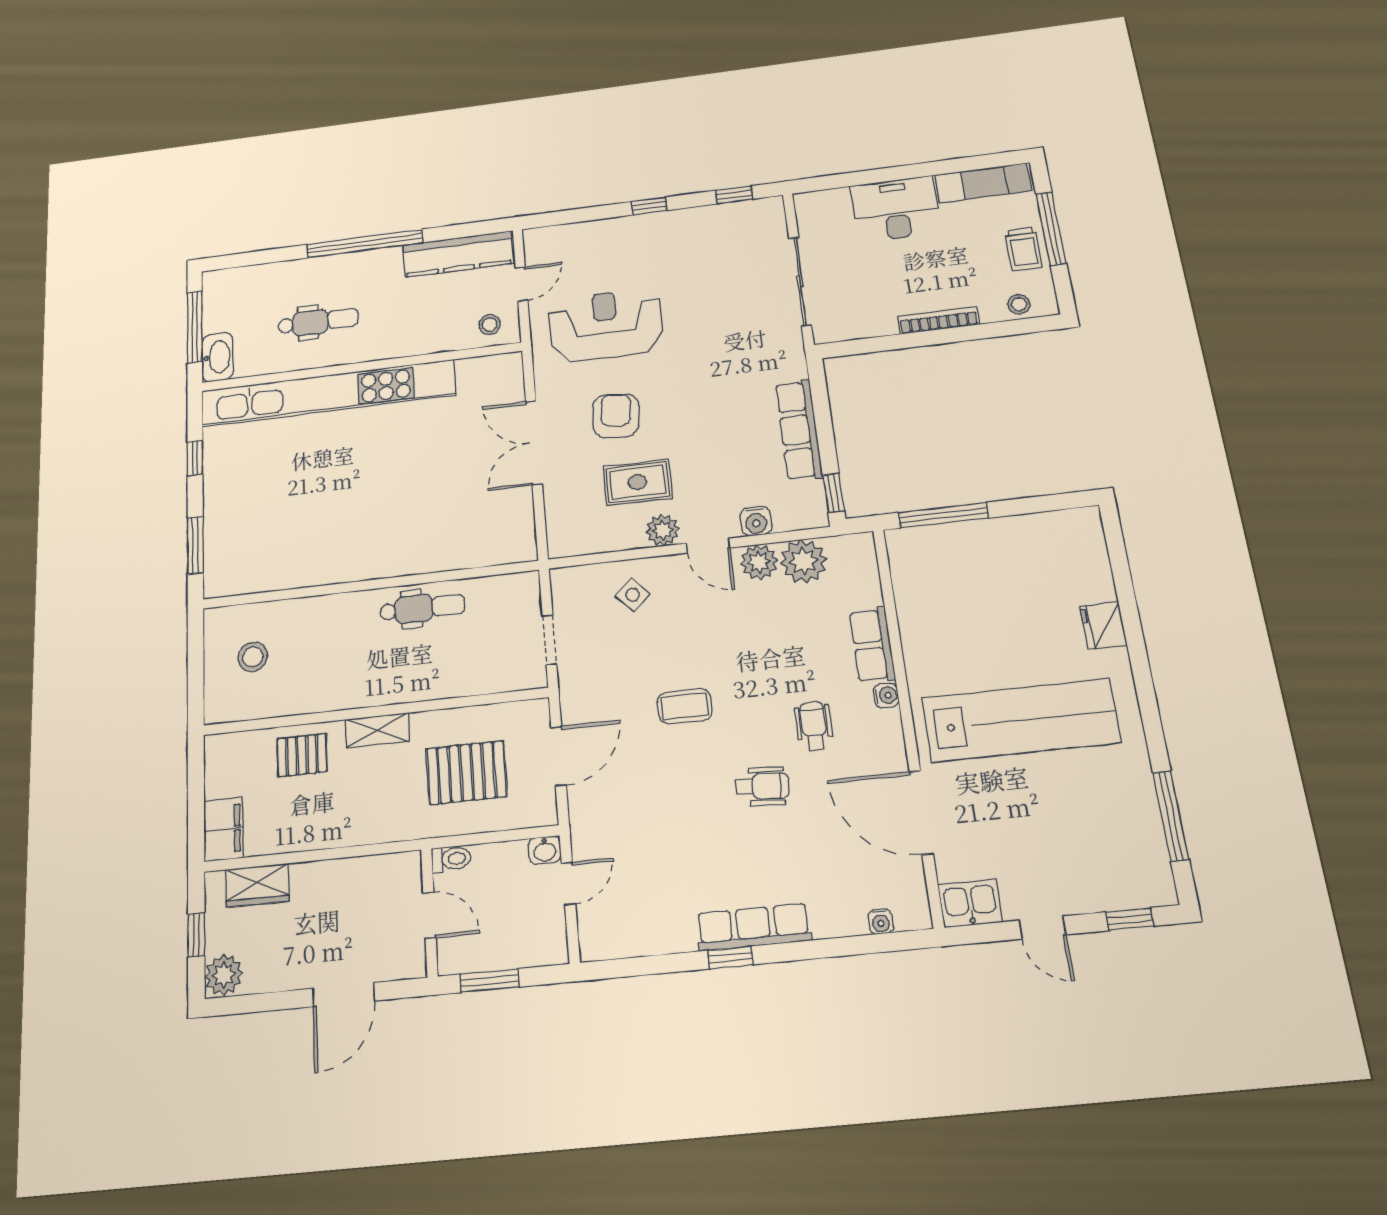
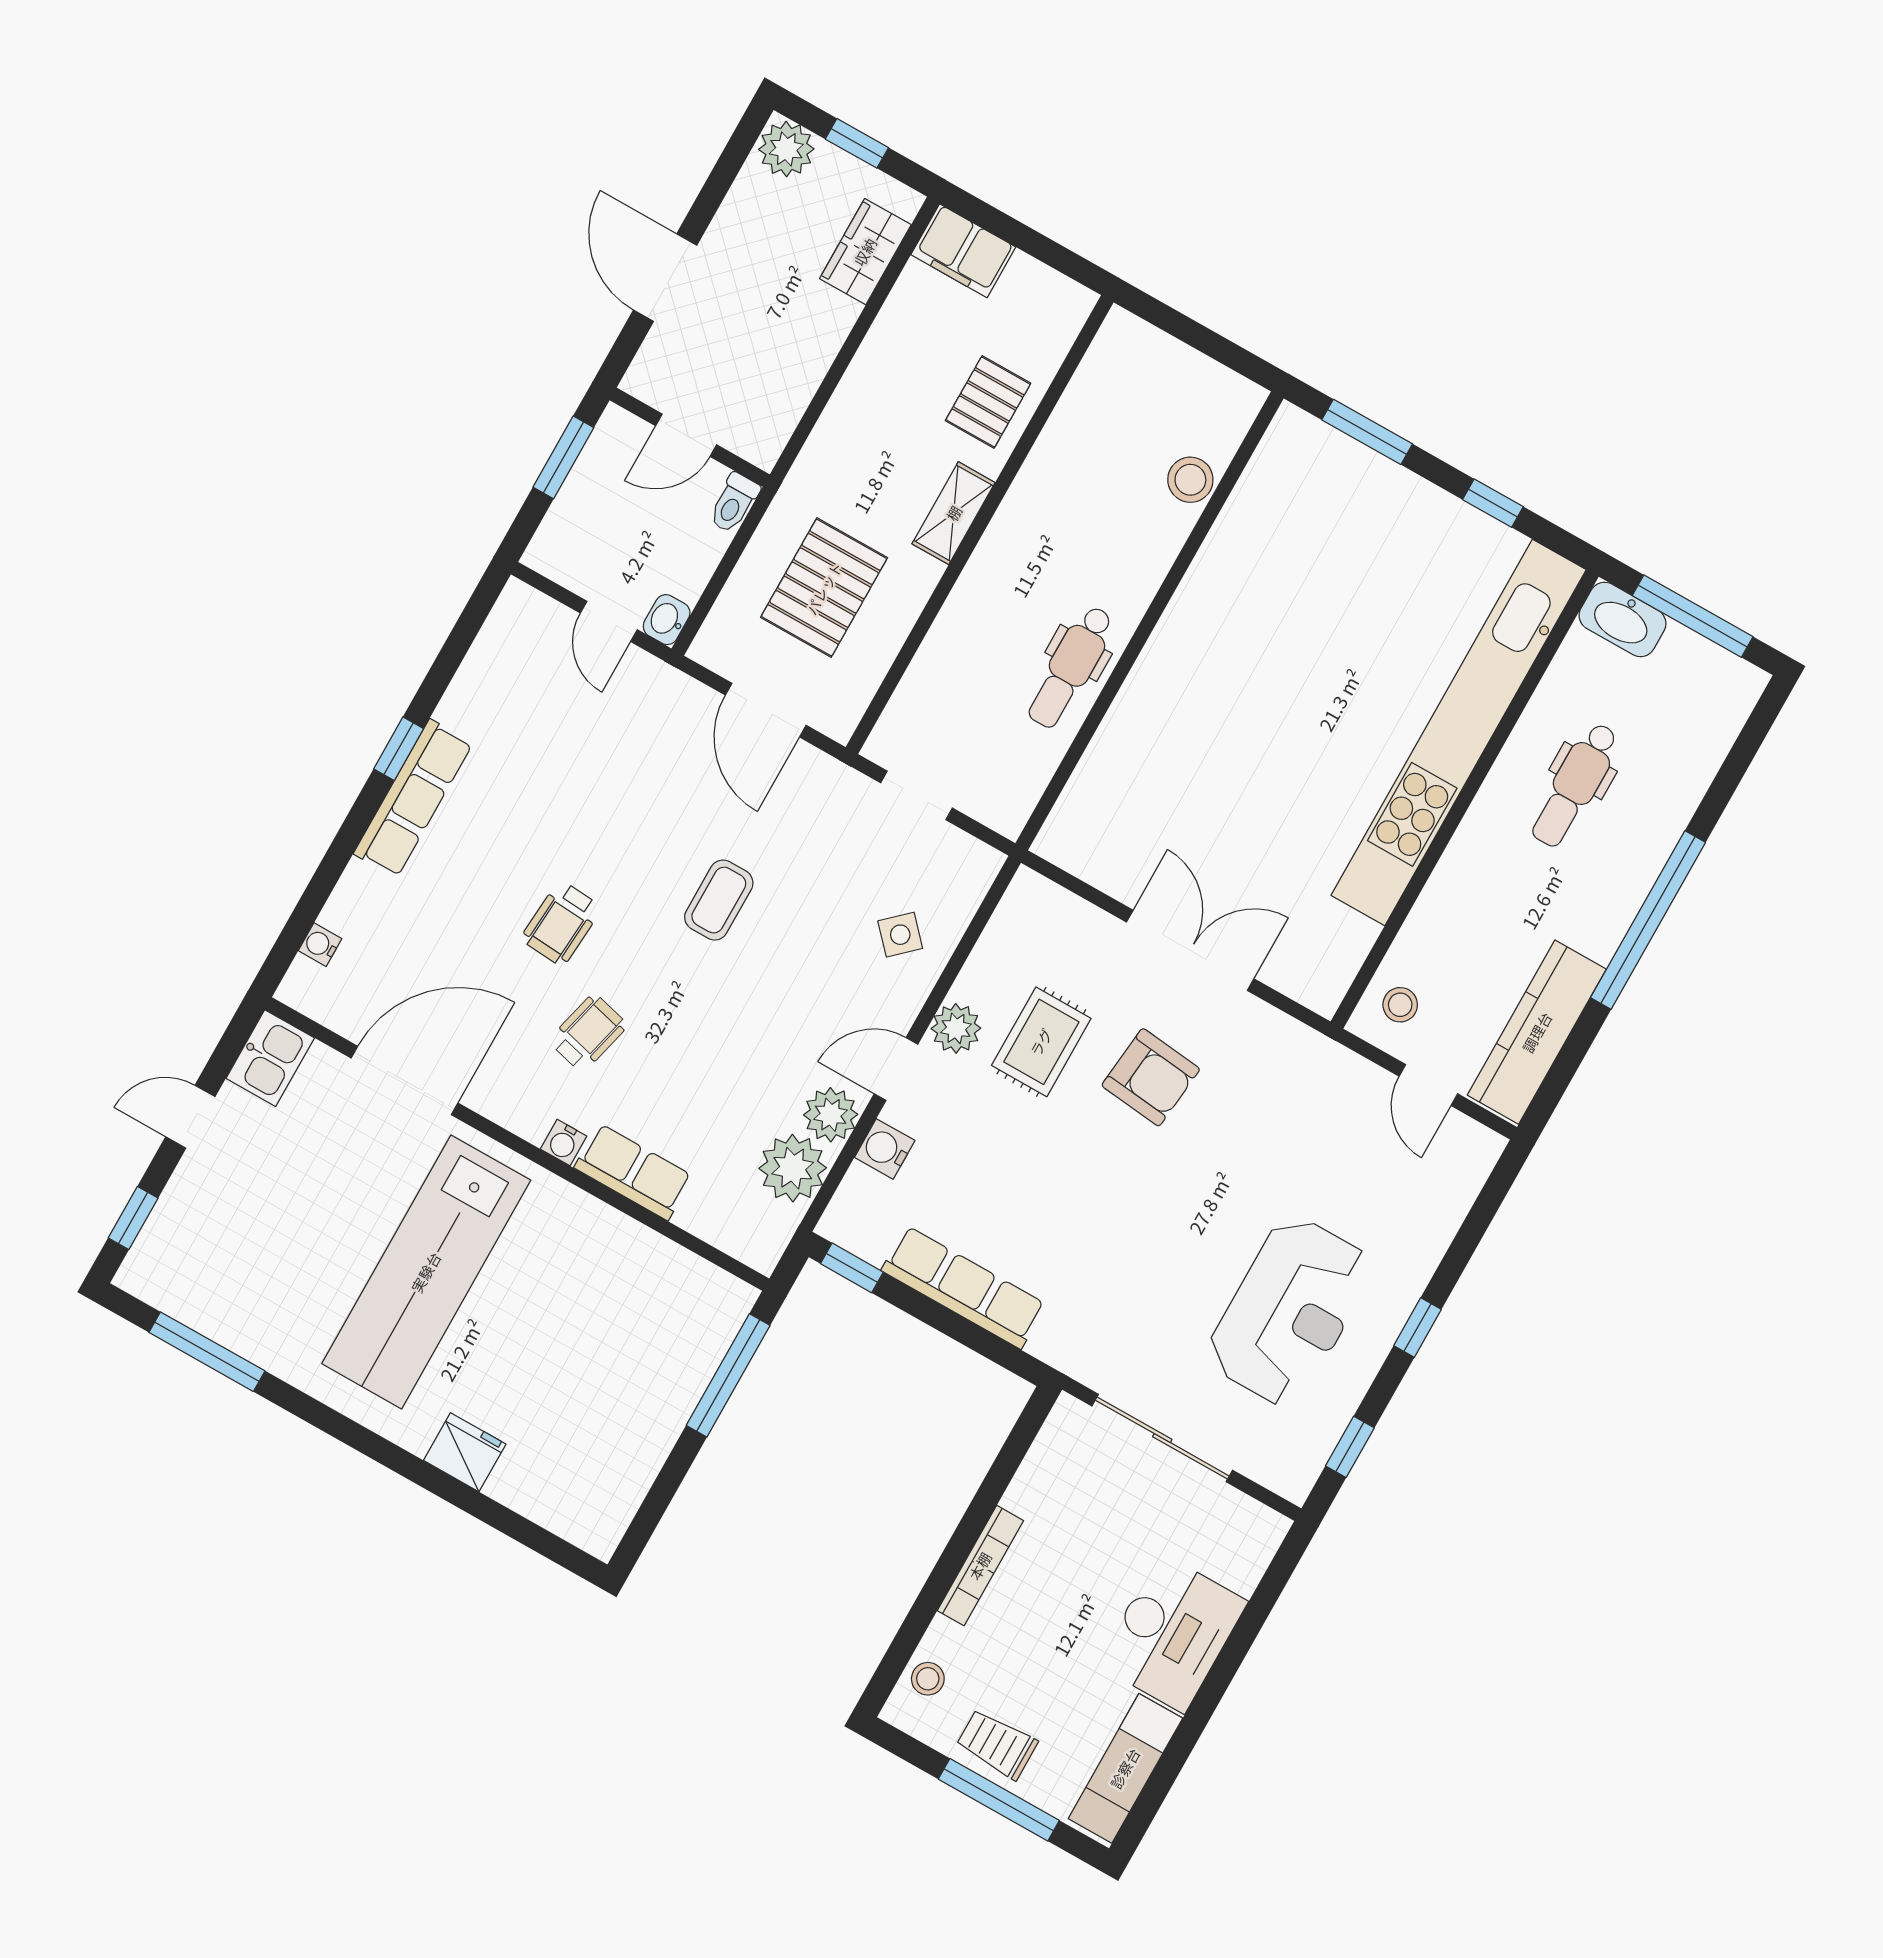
reception desk: (606, 325) -> (1290, 1311), moved
stool: (253, 657) -> (1190, 480), moved
wheelchair: (814, 726) -> (588, 1033), turned -76

